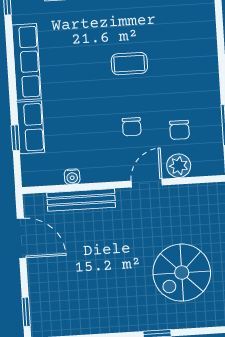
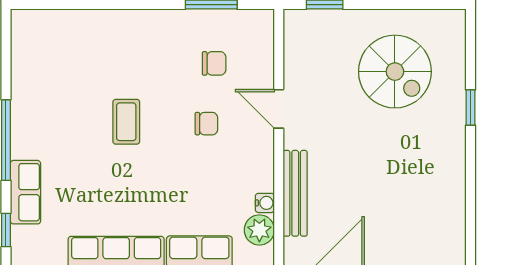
plant: (179, 166) -> (259, 230), moved

